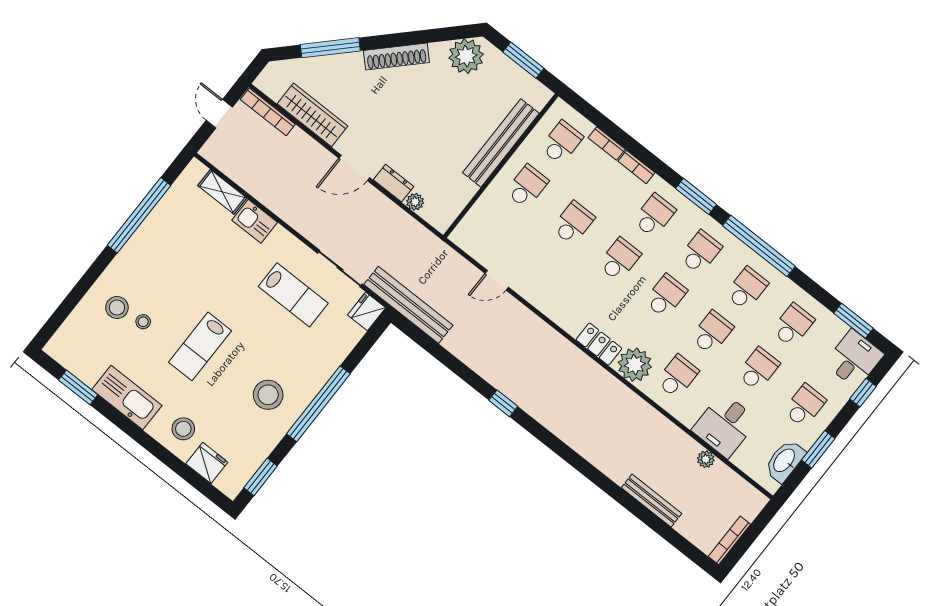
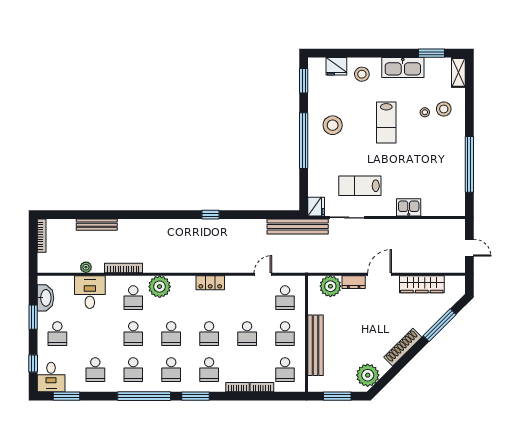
bookcase: (268, 112) -> (123, 268), moved
shelving: (222, 192) -> (458, 72), moved, turned 90
plant: (415, 202) -> (330, 286), width x1.88, depth x1.88
locker: (599, 344) -> (210, 283), moved
lab bench: (200, 346) -> (386, 122), turned 180
school desk: (758, 369) -> (285, 298), moved

